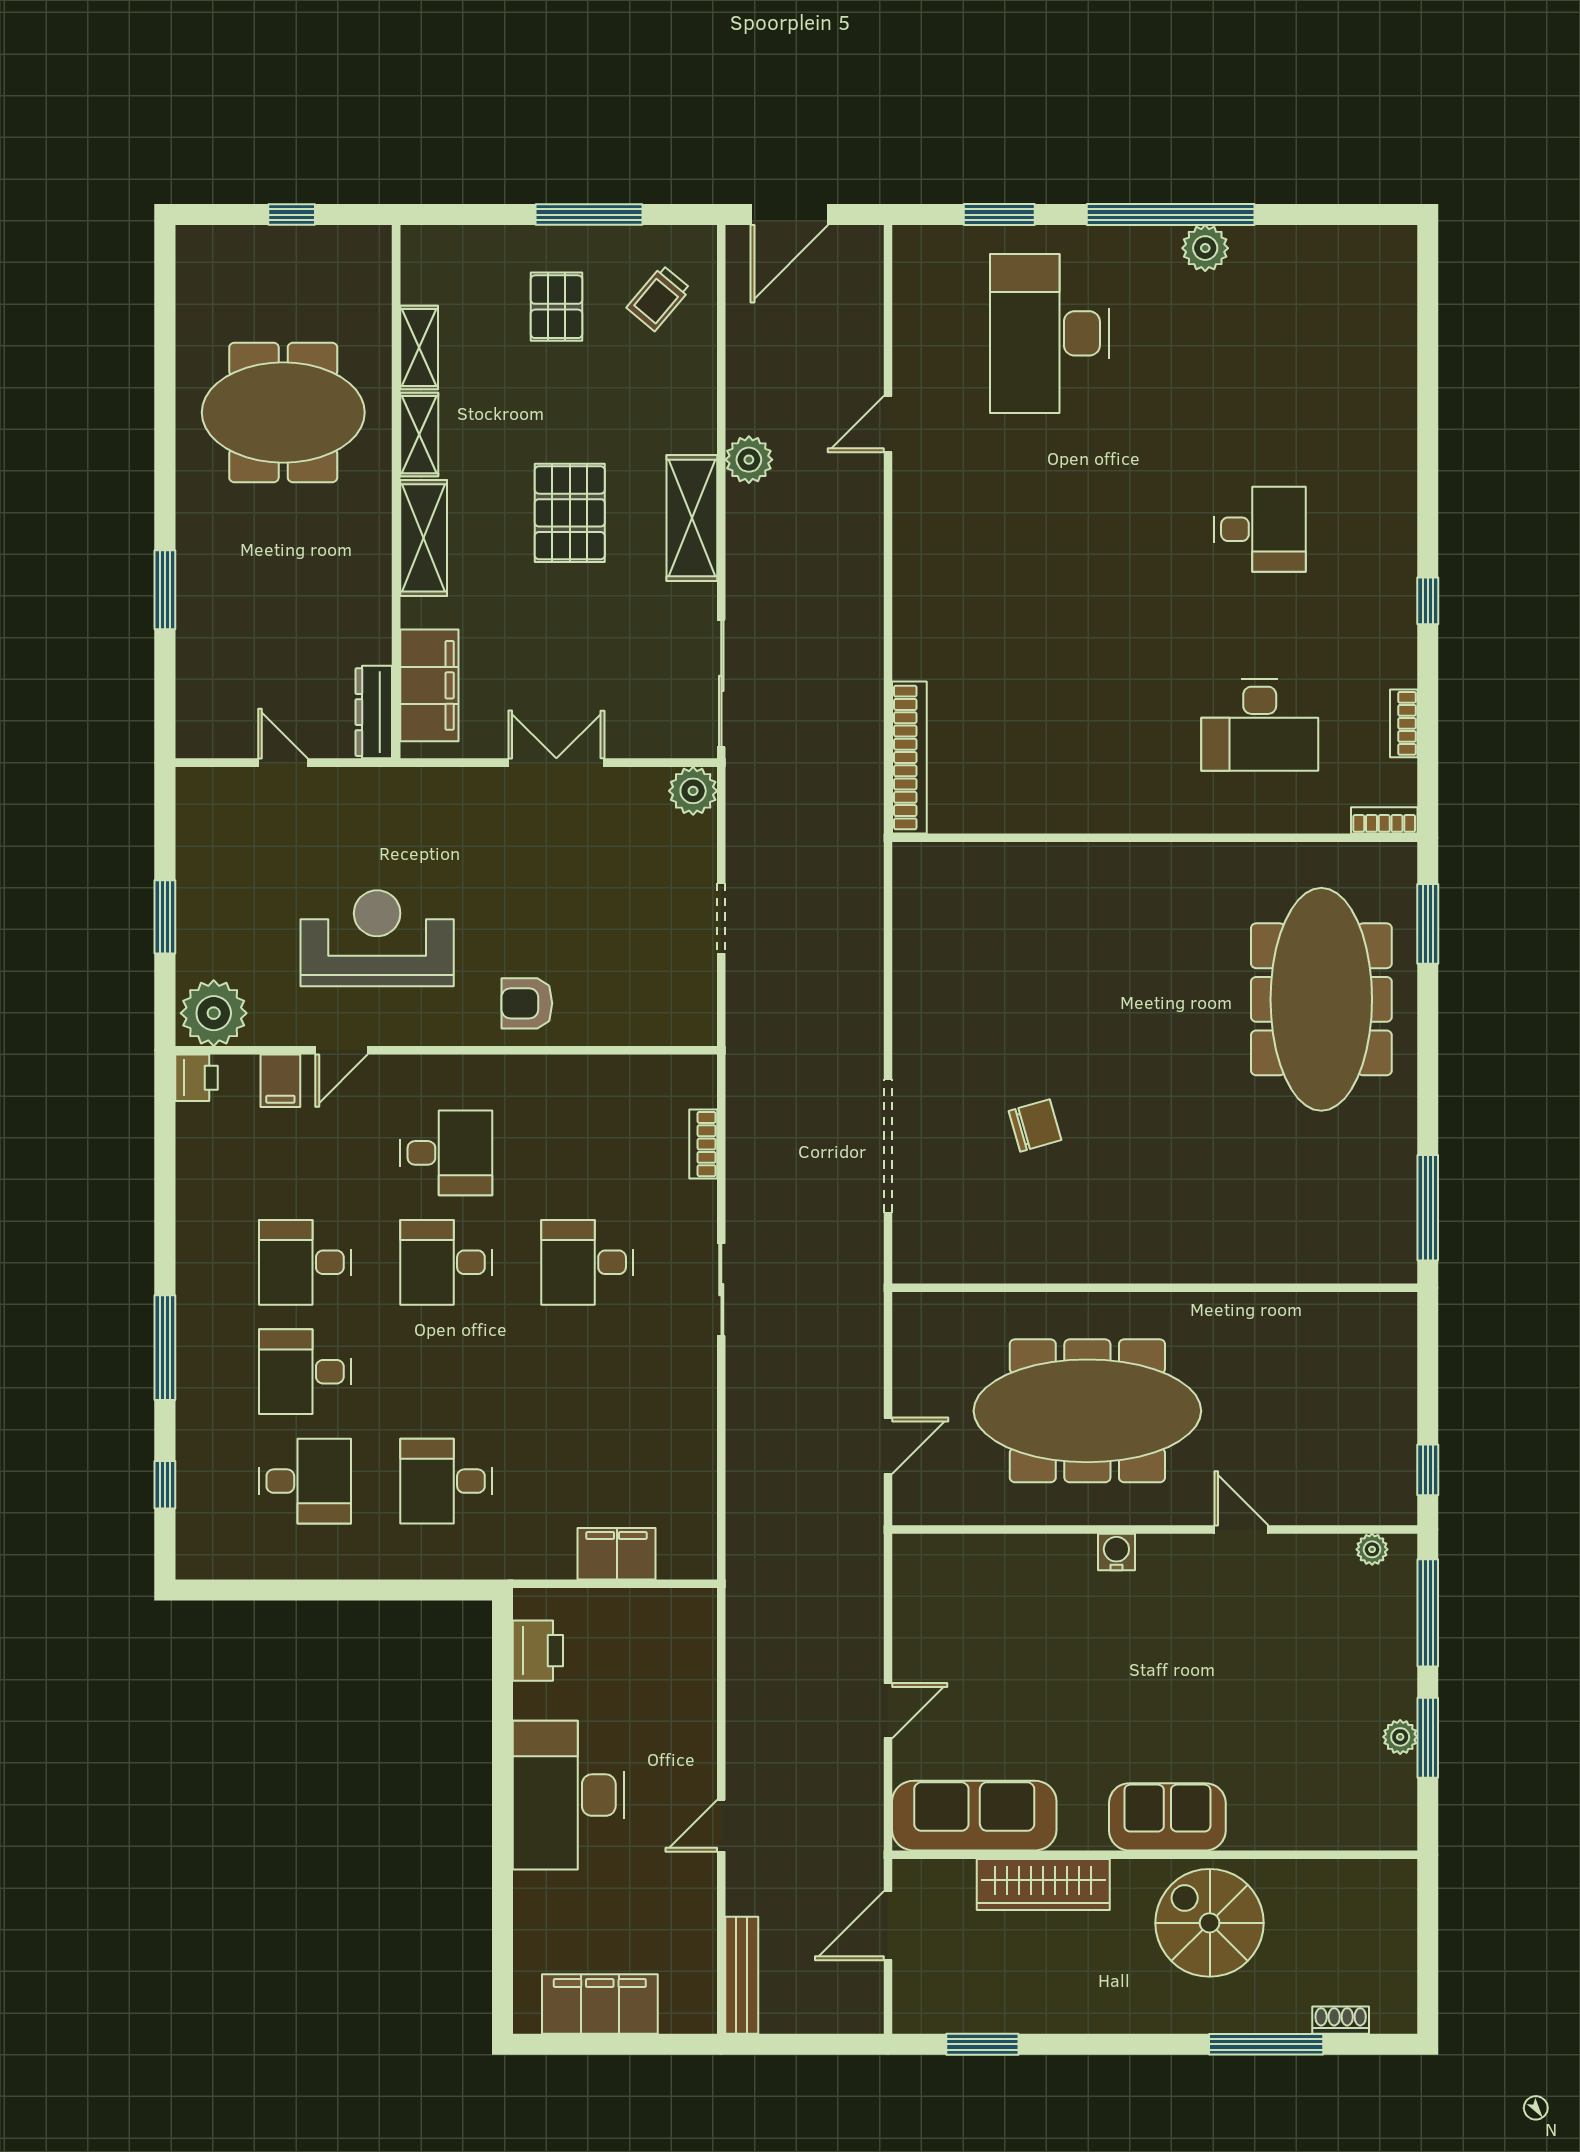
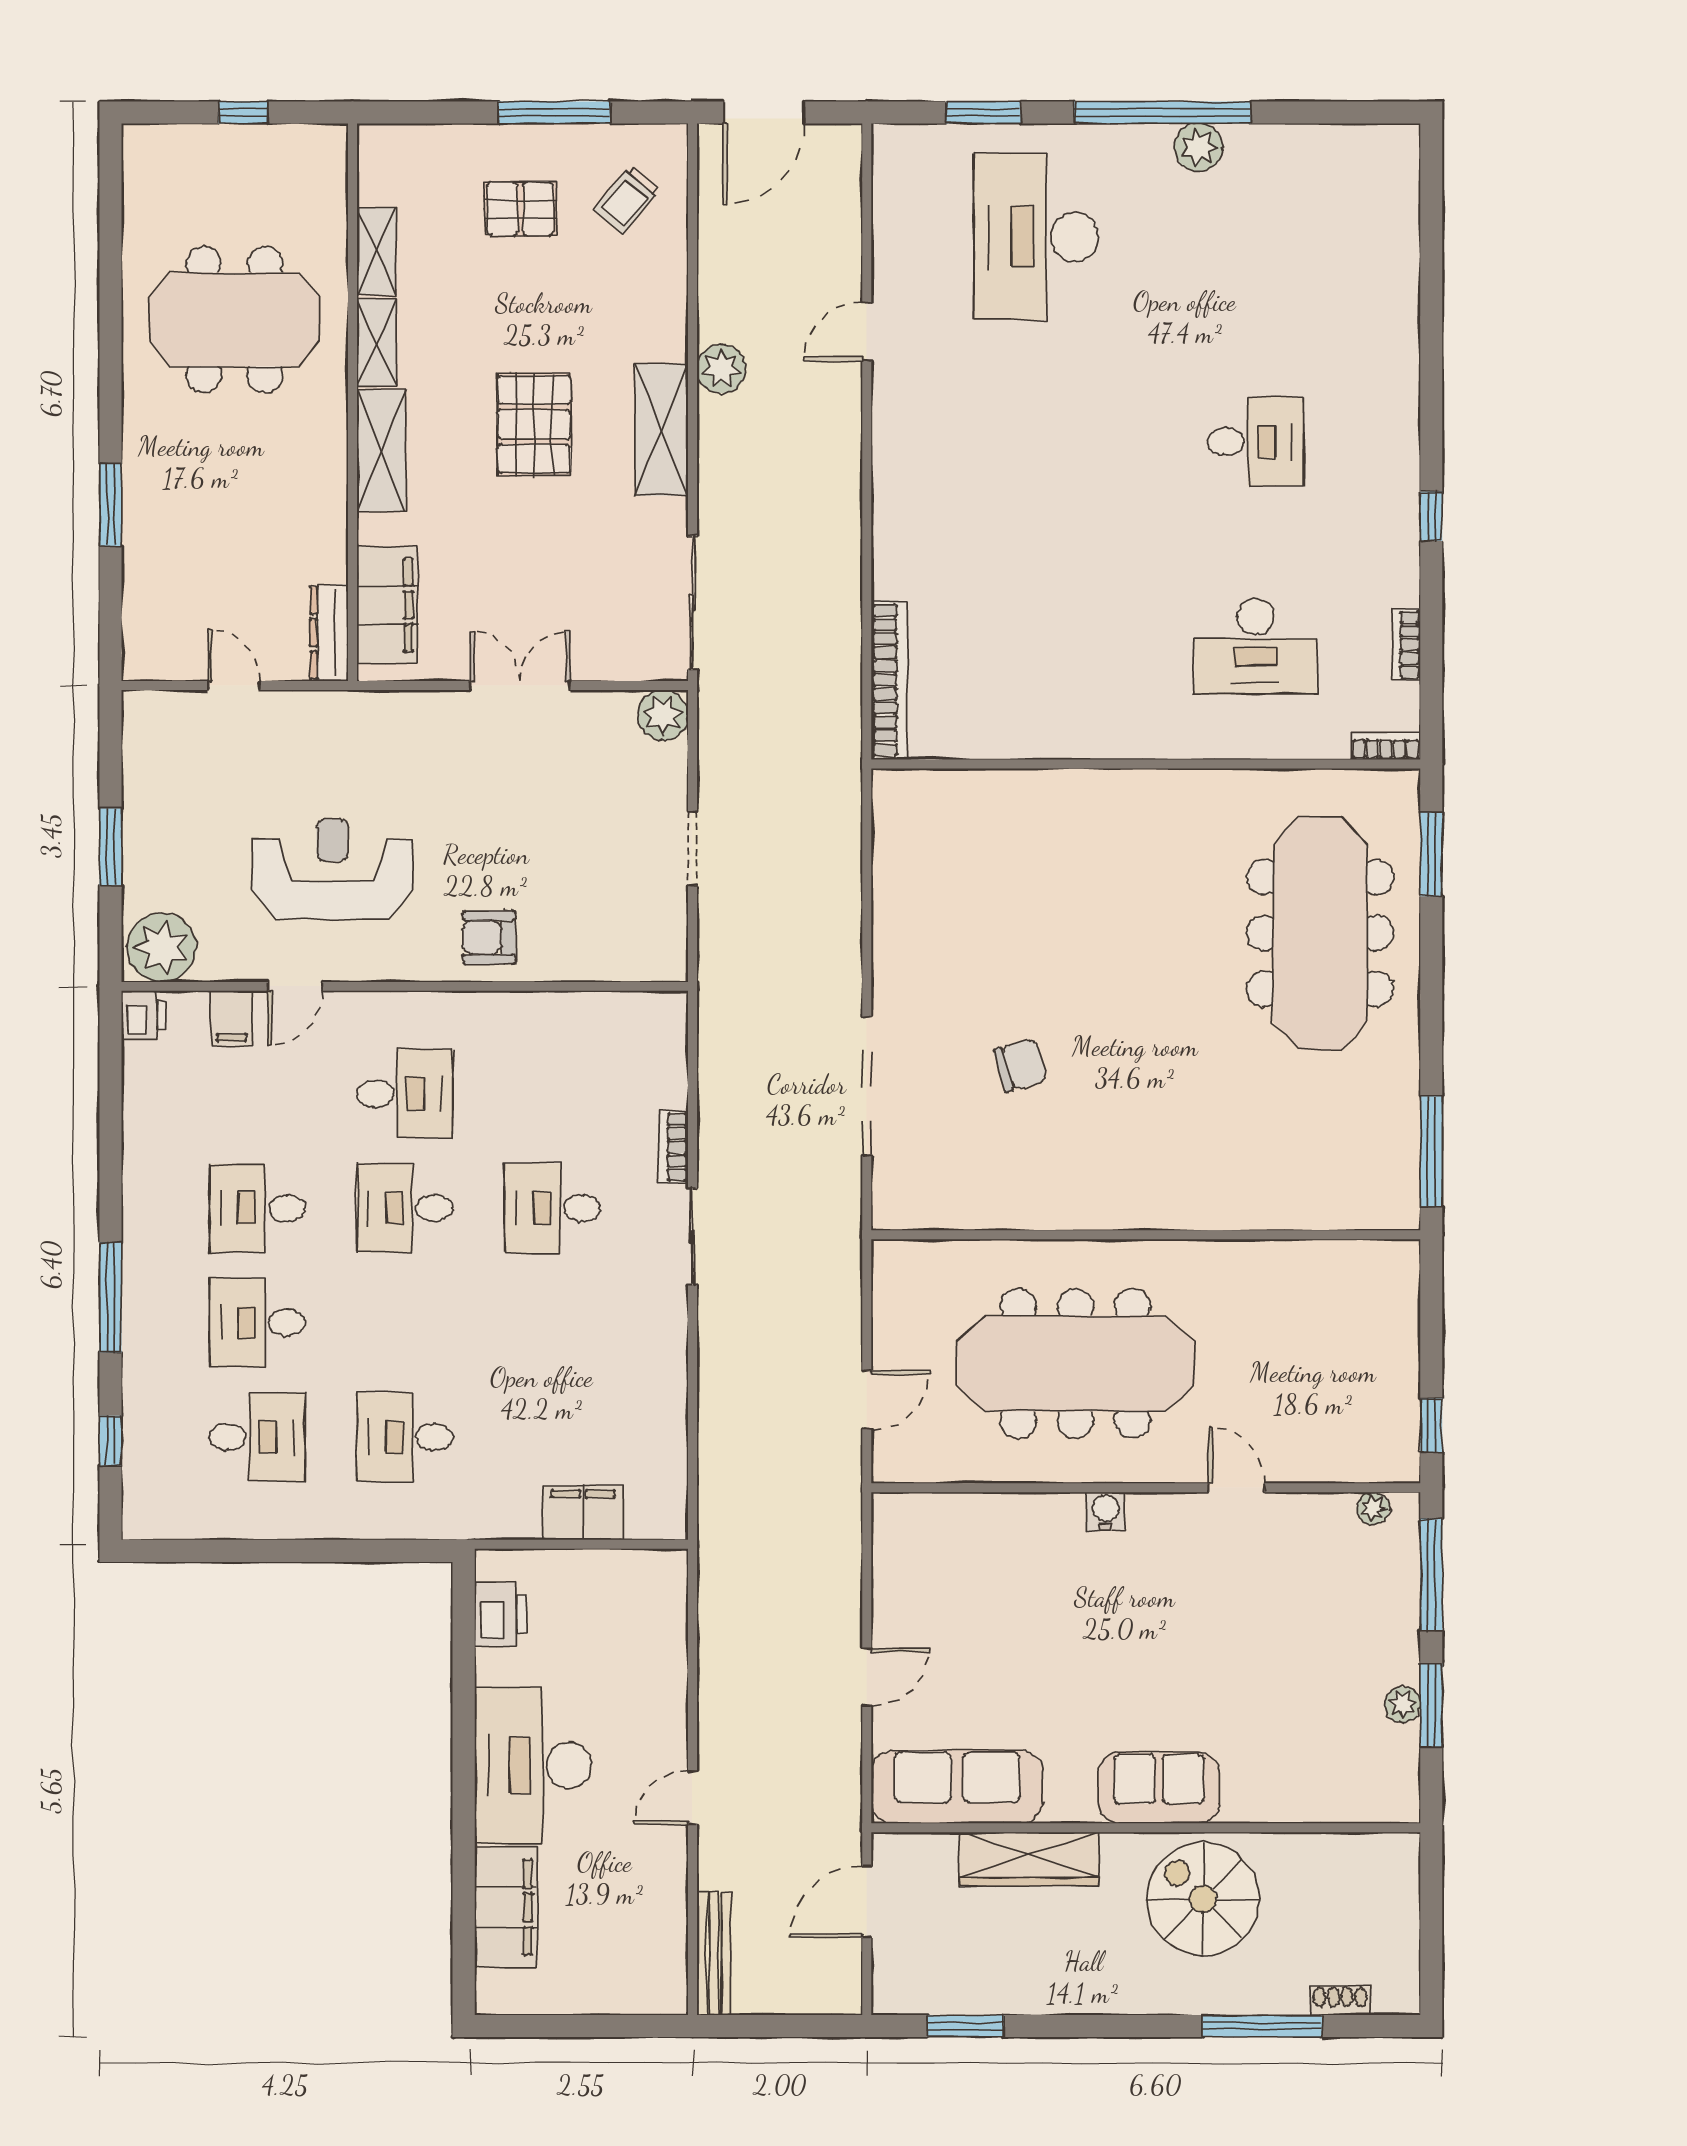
pallet: (557, 307) -> (520, 209), turned 90
bookcase: (703, 1144) -> (674, 1147), moved
filing cabinet: (600, 2004) -> (506, 1907), moved, turned 90

